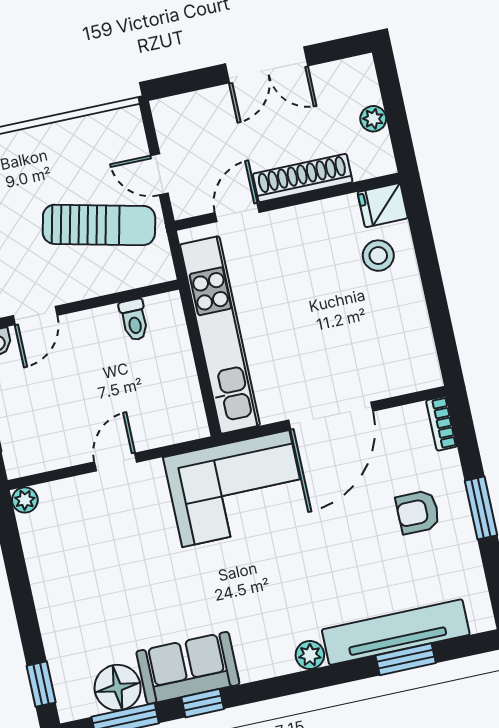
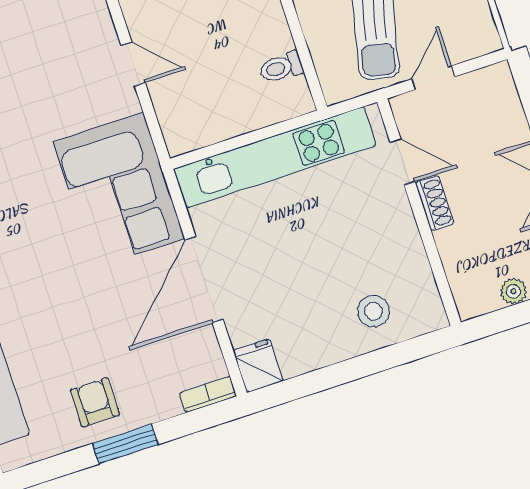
shoe rack: (303, 178) -> (435, 203), width x0.51, depth x0.81
fridge: (383, 205) -> (258, 365), moved
door: (331, 416) -> (204, 280), hinge flipped
armchair: (418, 512) -> (95, 402), moved

